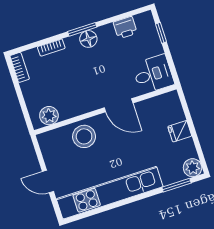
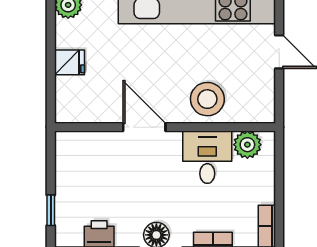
desk: (153, 74) -> (207, 157), moved, turned 90

